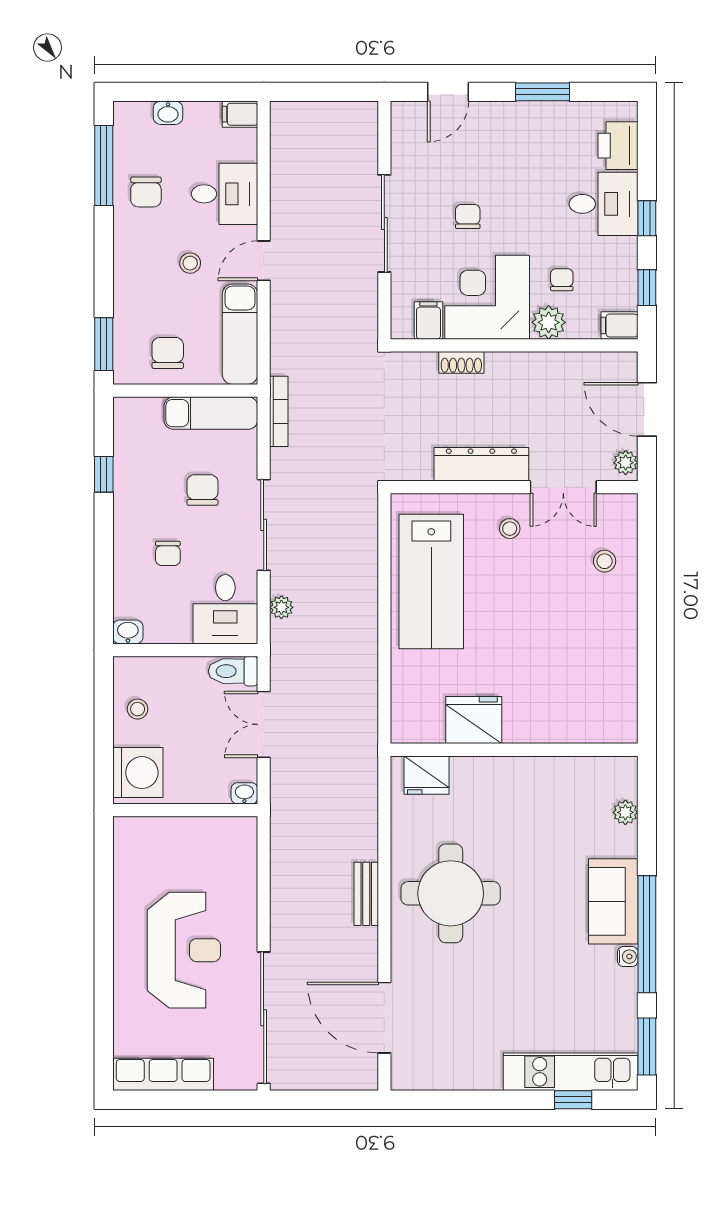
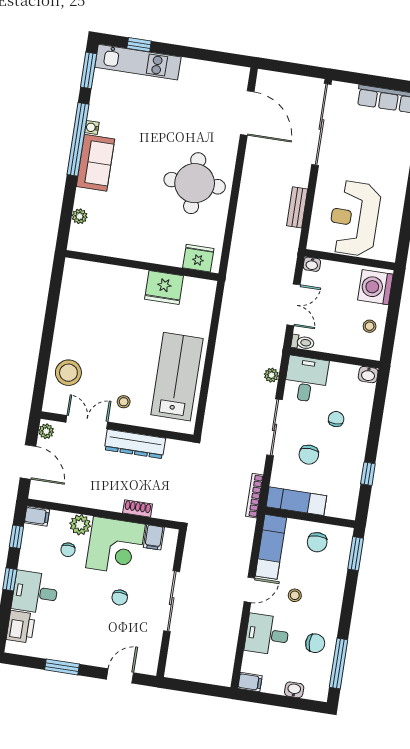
chair: (146, 192) -> (315, 643), turned 90
stool: (605, 561) -> (68, 373), width x1.89, depth x1.89
toilet: (233, 671) -> (303, 342), width x0.73, depth x0.72
bench: (366, 894) -> (297, 207), moved
reception desk: (184, 950) -> (354, 218), moved

